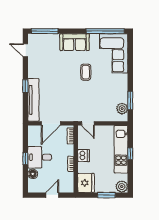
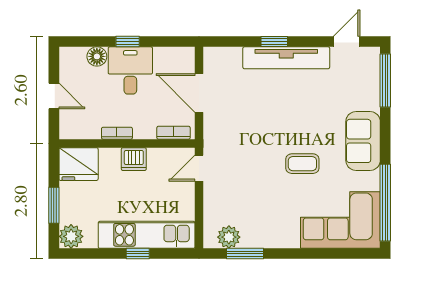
tv unit: (33, 100) -> (286, 58), moved

